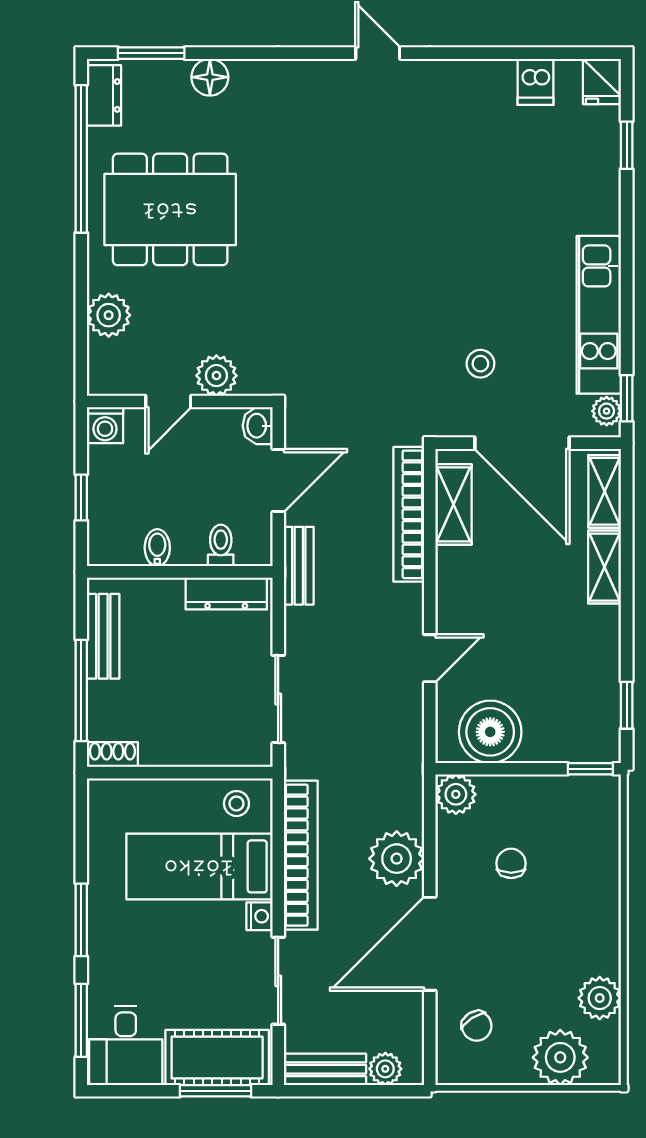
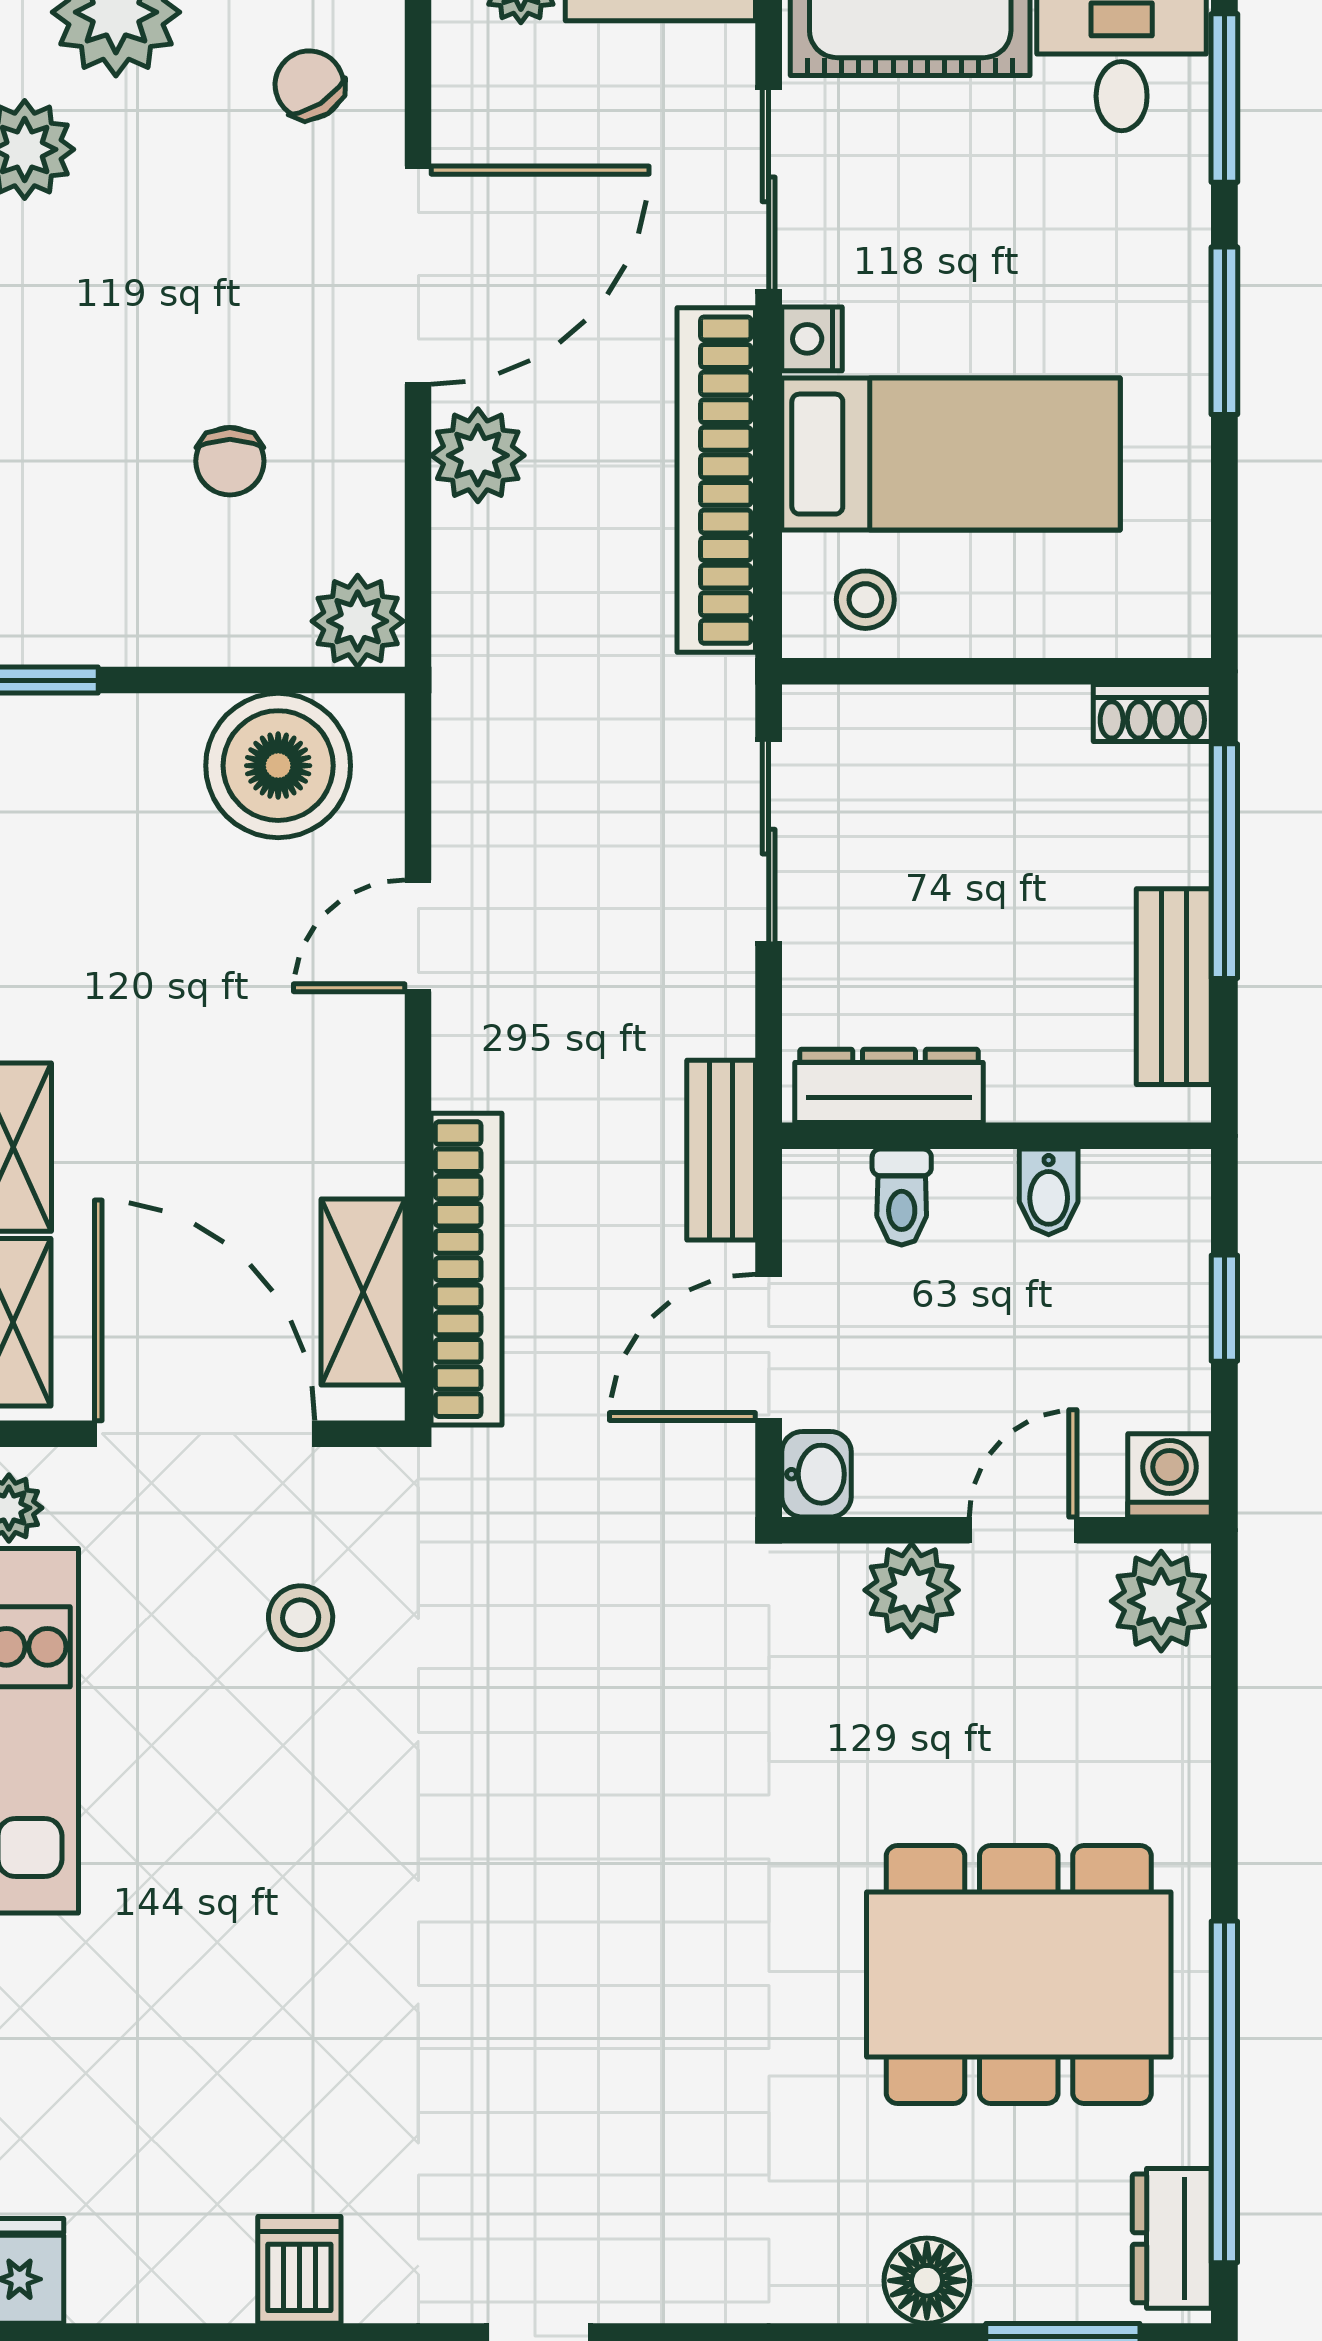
dishwasher: (536, 82) -> (299, 2270), moved
plant: (109, 315) -> (1161, 1601), moved
plant: (397, 859) -> (478, 455), width x0.73, depth x0.73

